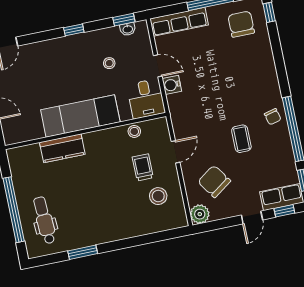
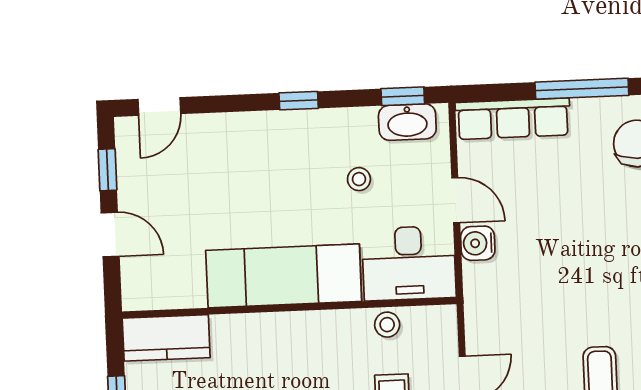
washbasin: (128, 29) -> (407, 122), width x1.91, depth x1.45
desk: (146, 99) -> (409, 263), width x1.37
kitchen counter: (62, 148) -> (166, 338), moved

